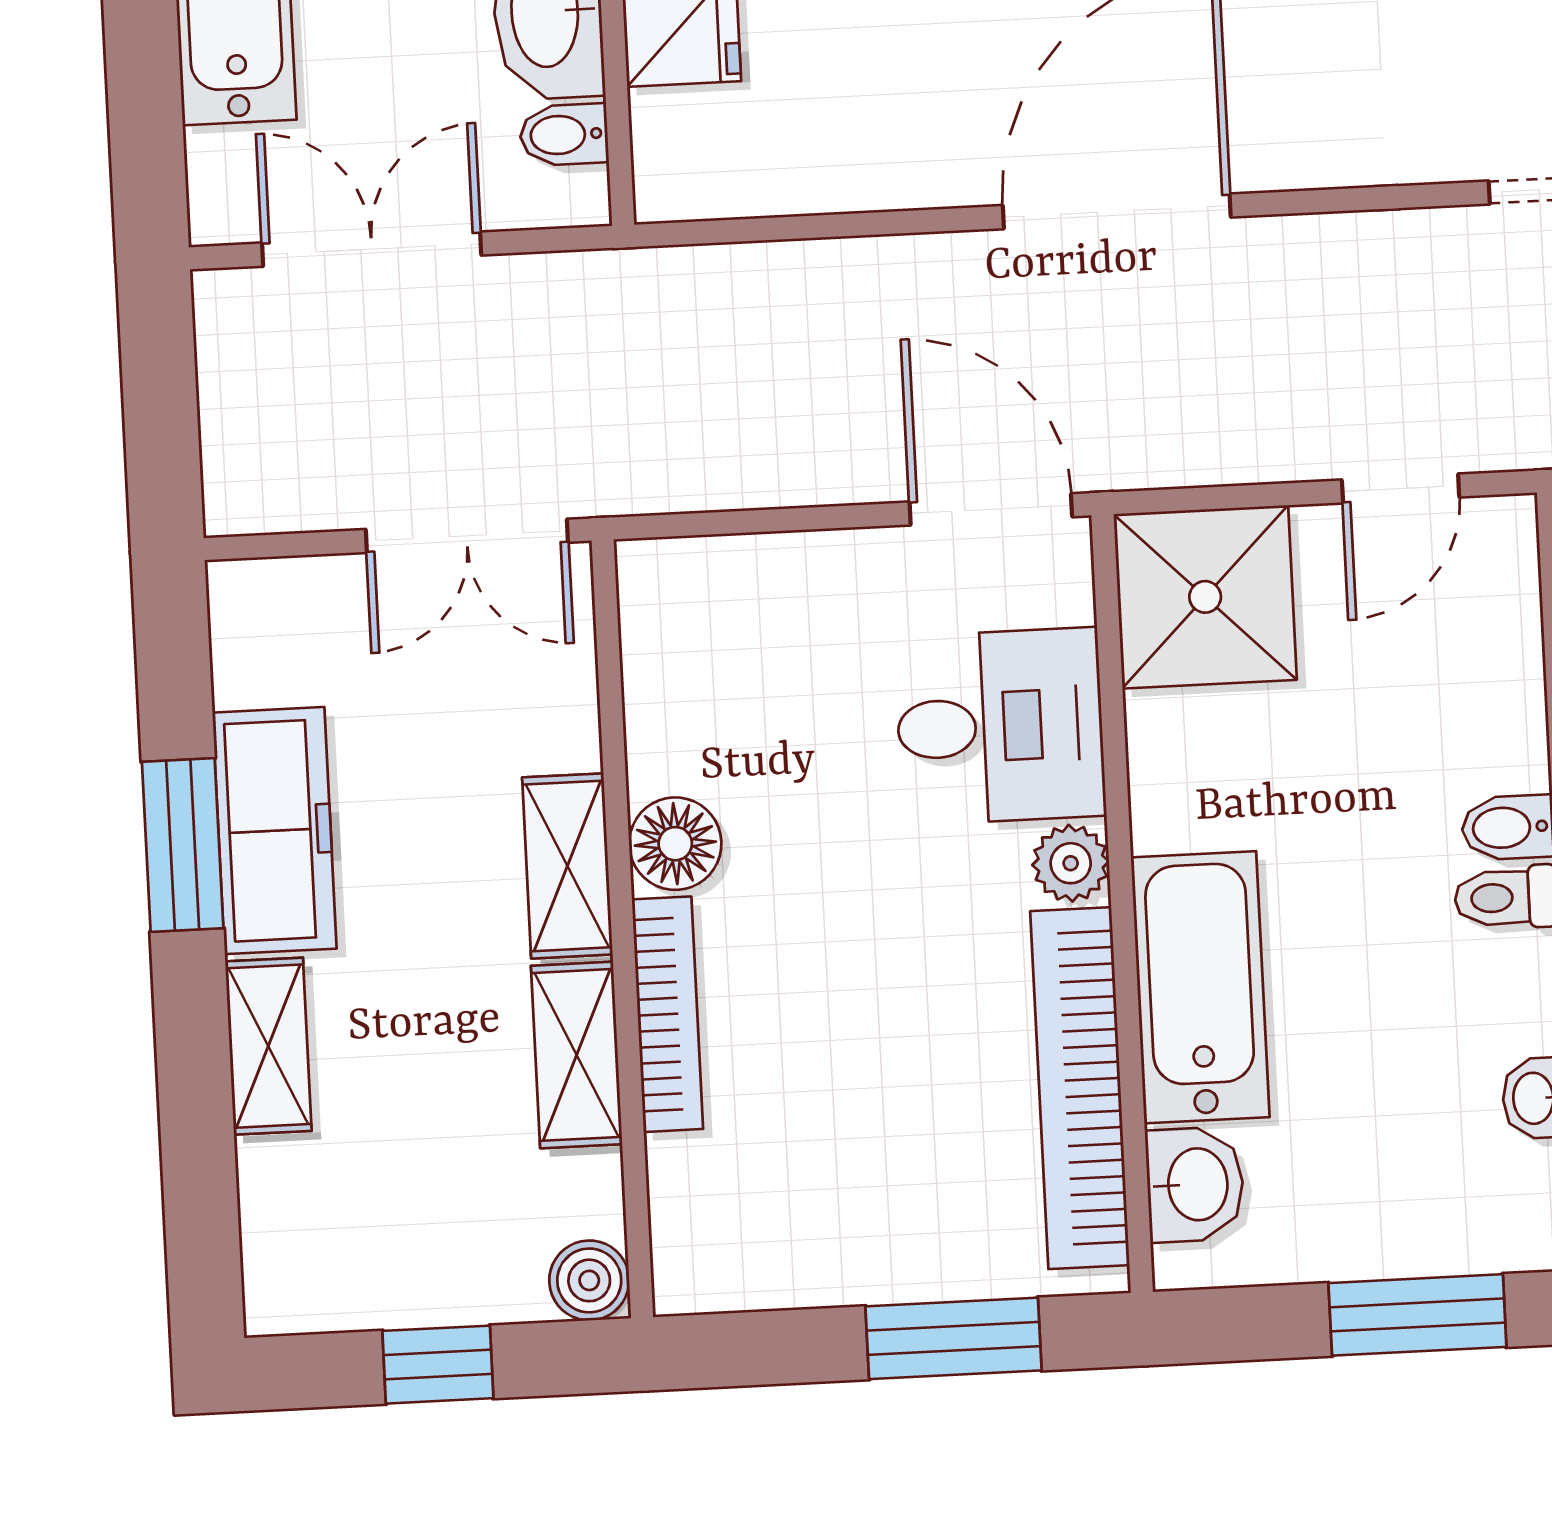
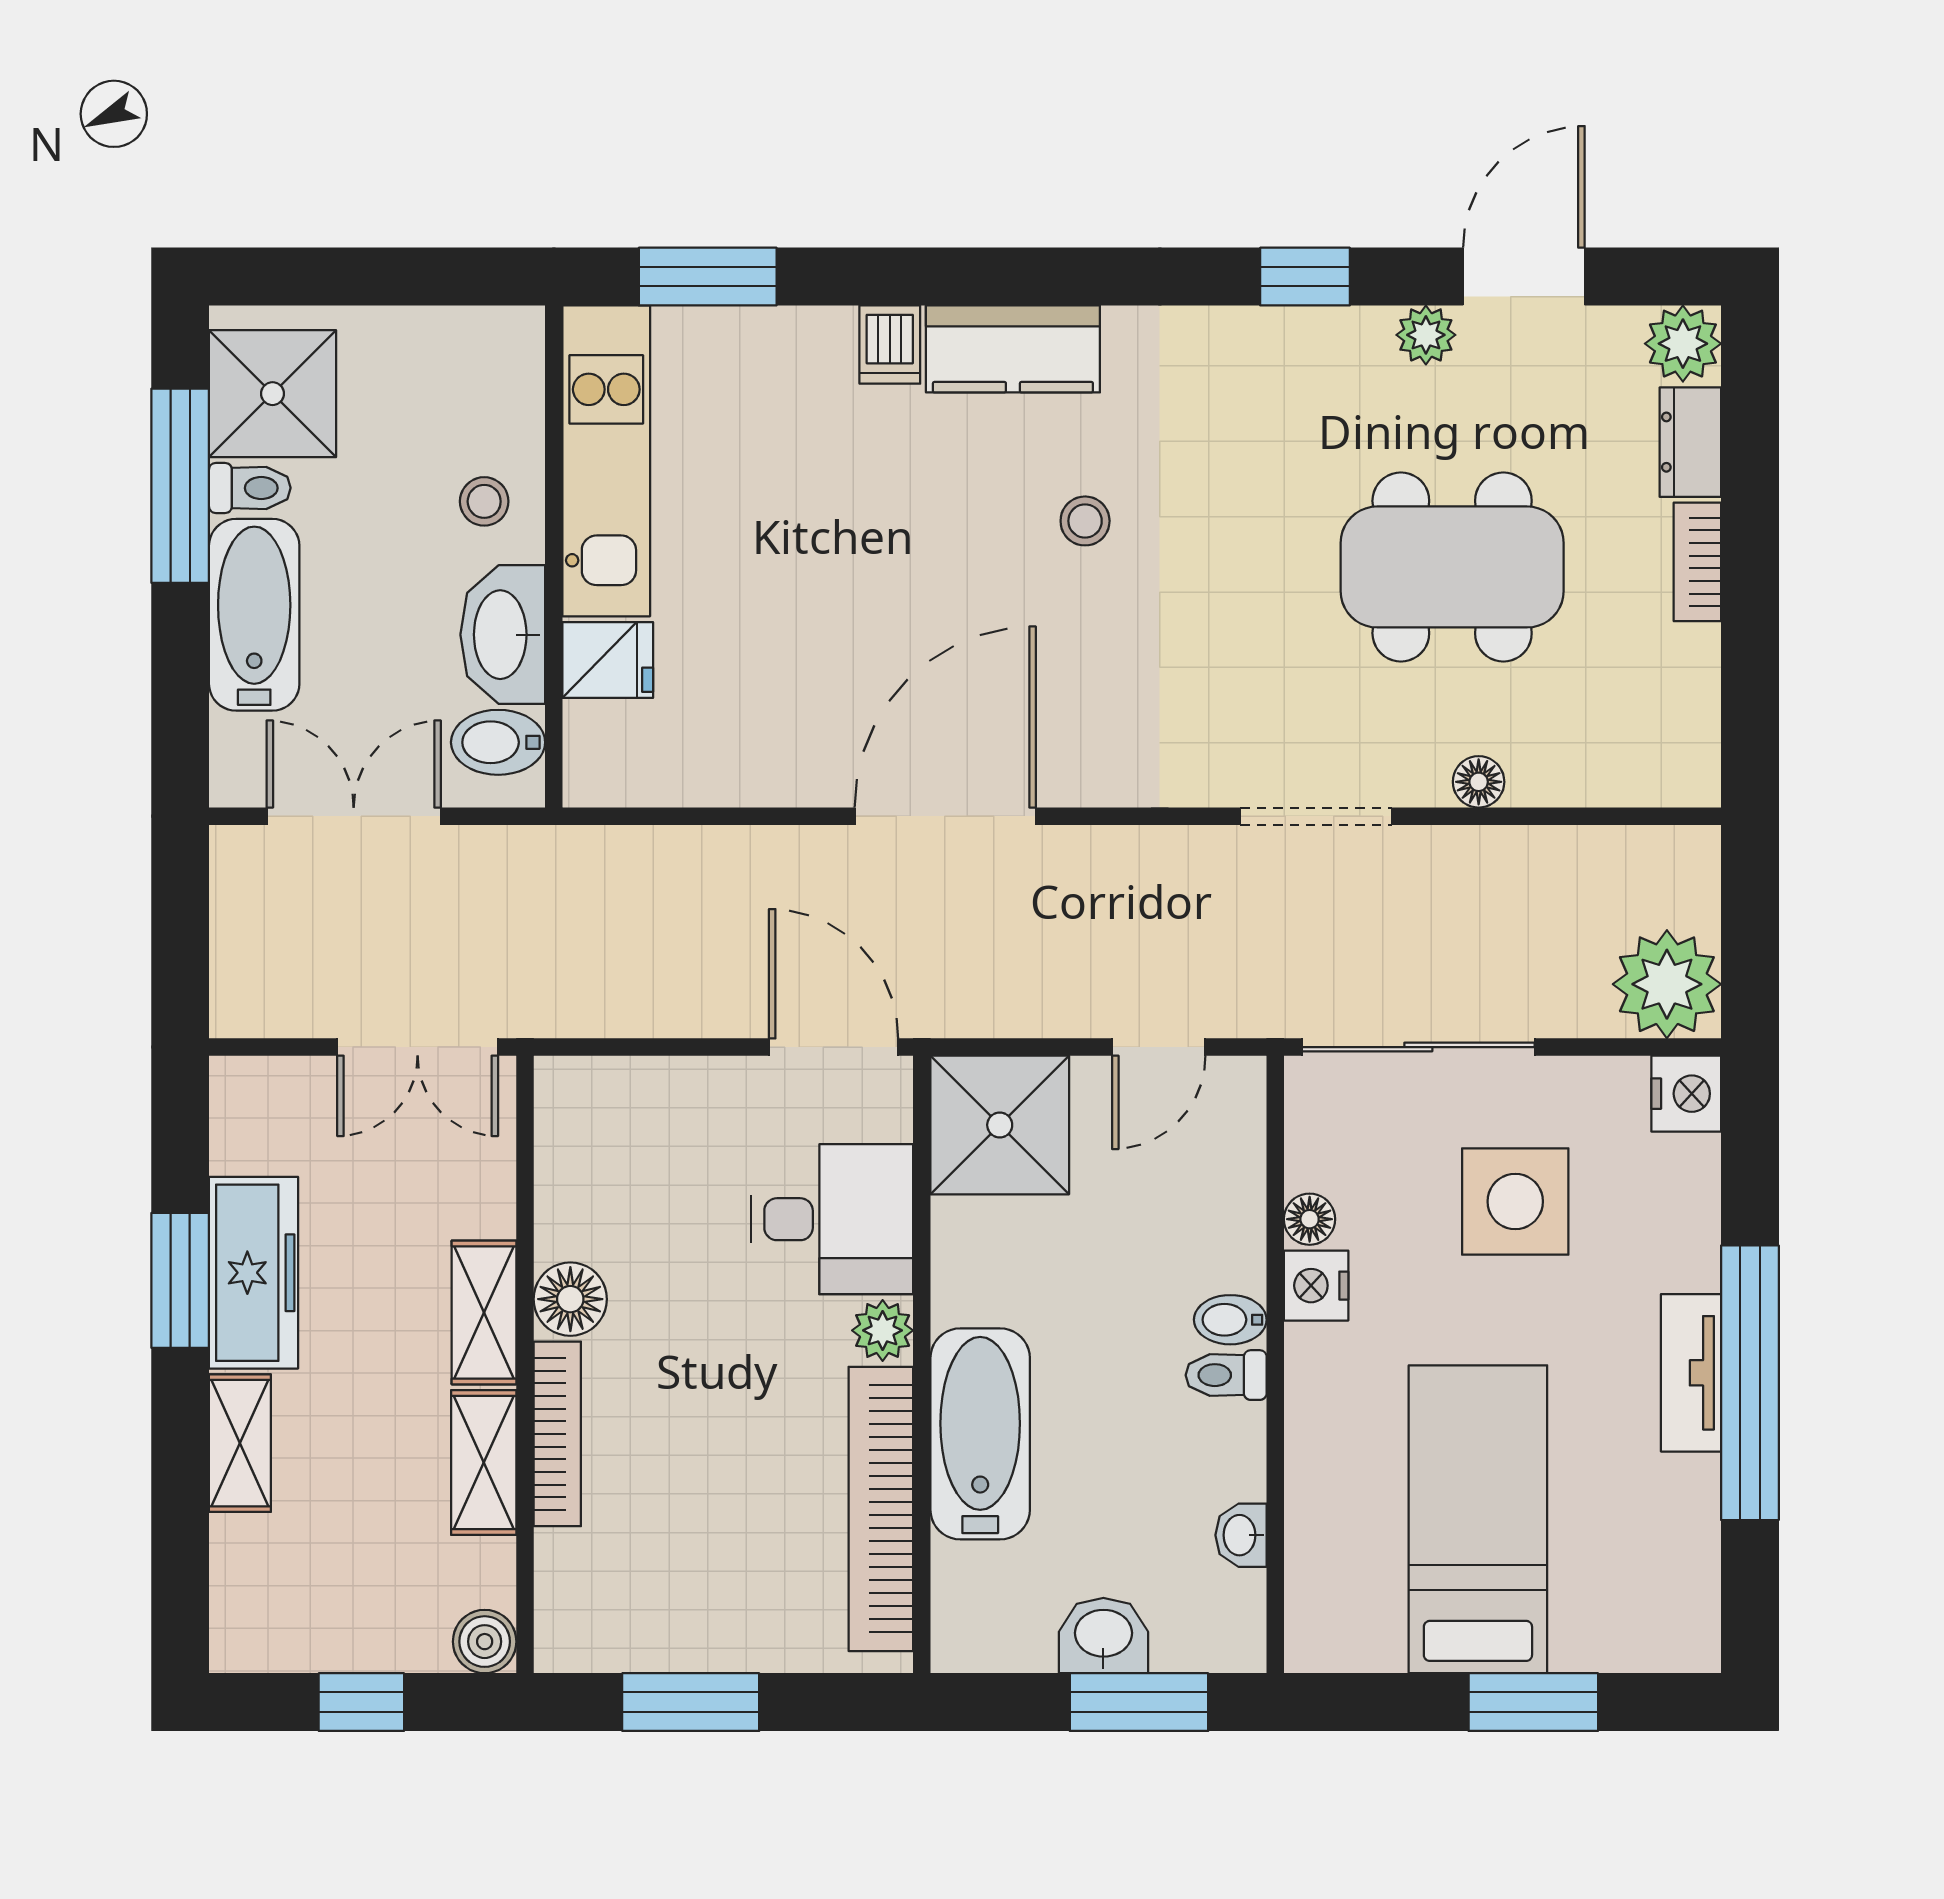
bidet: (564, 135) -> (498, 742), width x1.38, depth x1.36
washbasin: (1195, 1184) -> (1103, 1635), moved, turned -90
window: (954, 1338) -> (691, 1702), moved

